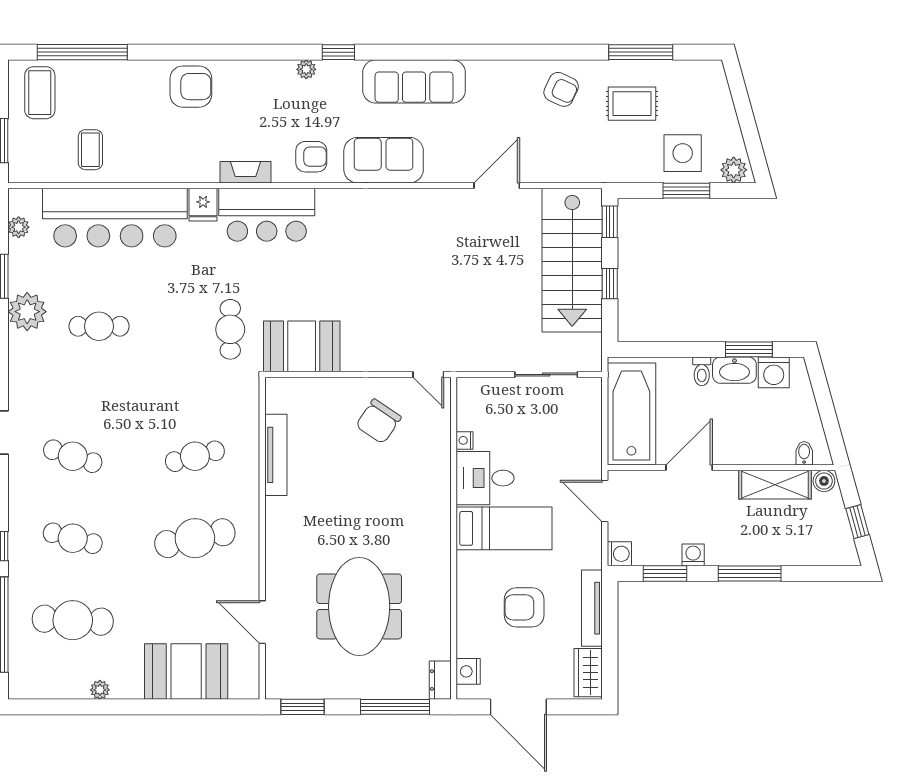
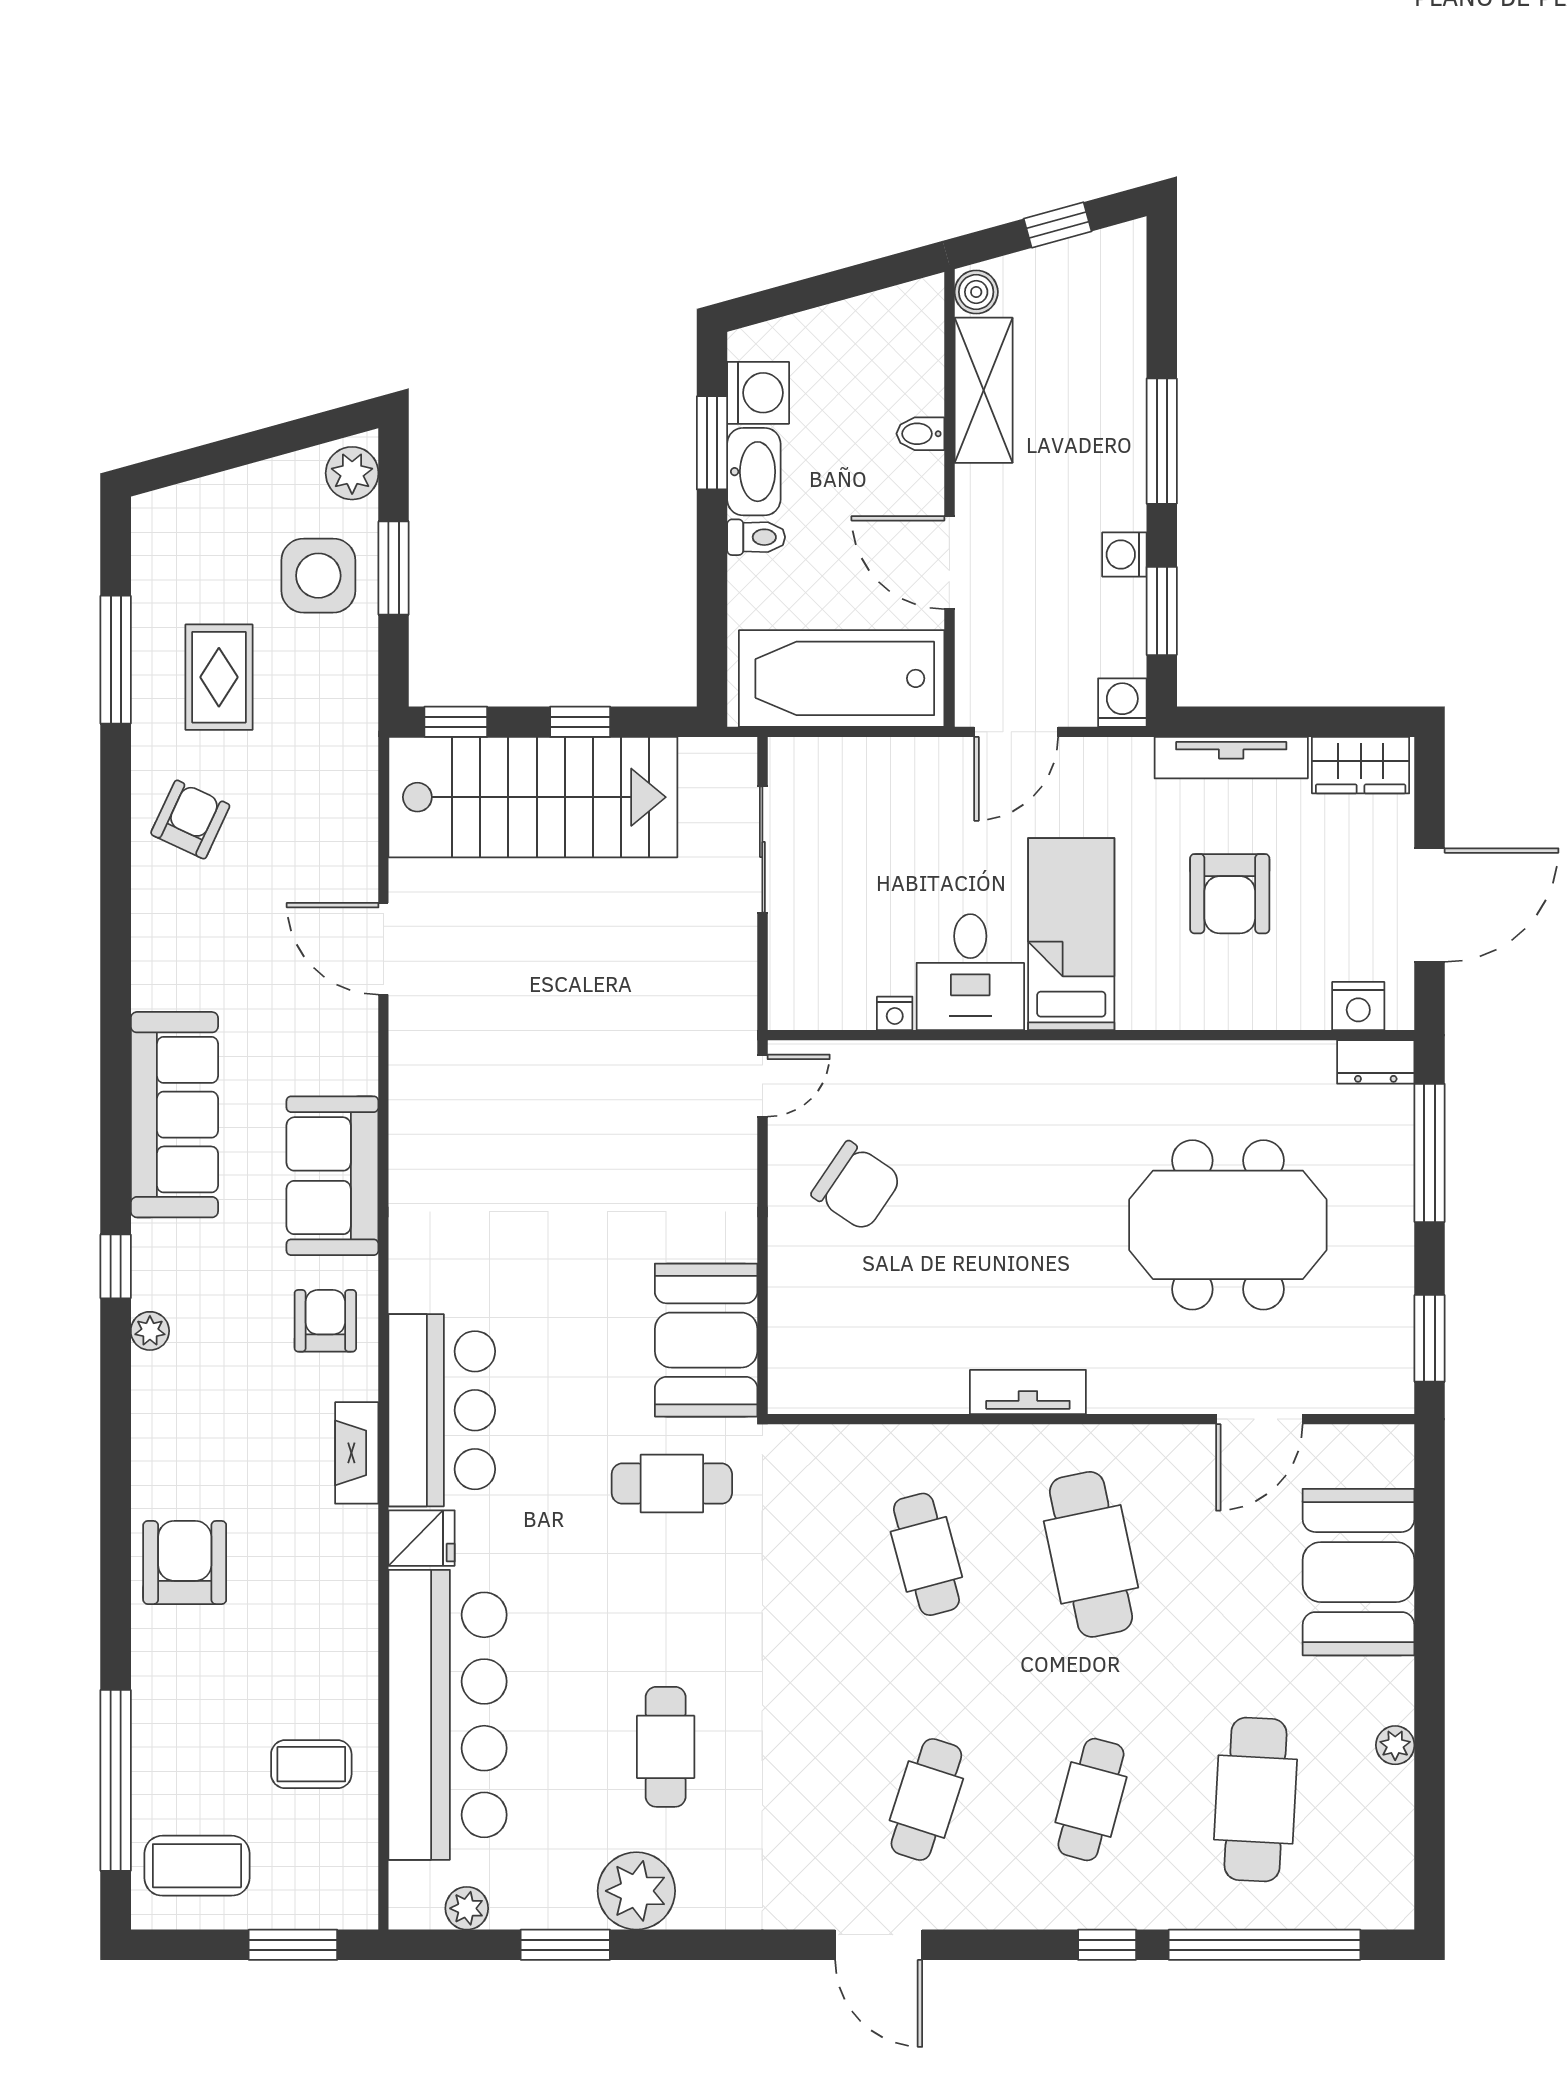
bidet: (804, 453) -> (920, 434), moved
tv unit: (276, 455) -> (1028, 1392), moved, width x0.71

